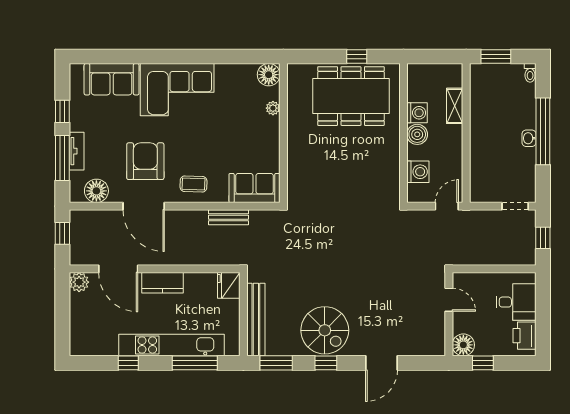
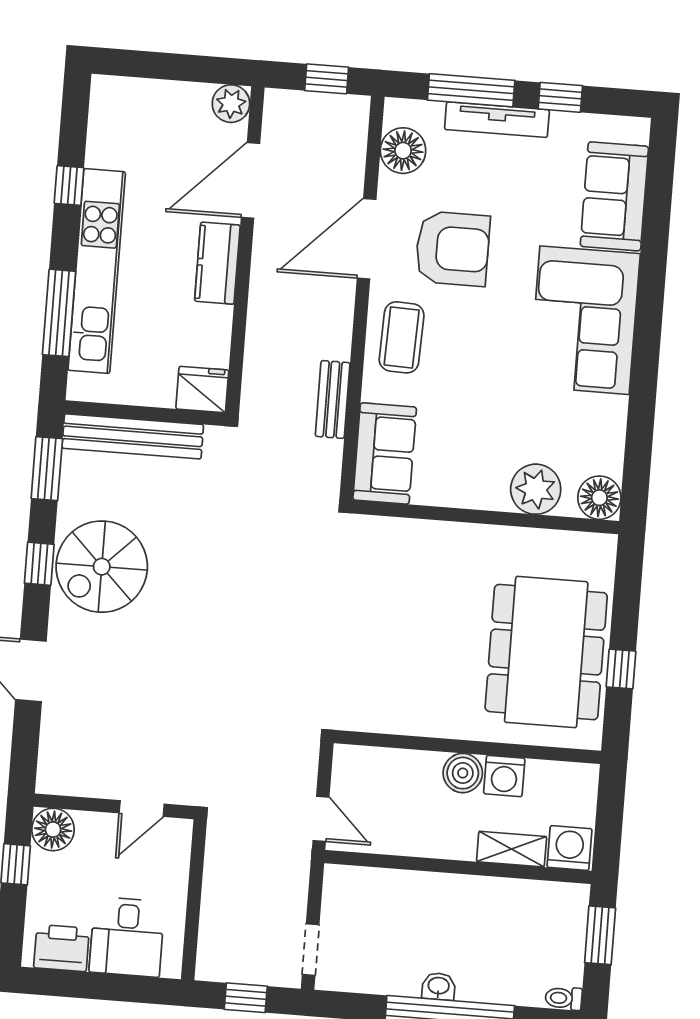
plant: (273, 108) -> (536, 489), width x1.87, depth x1.87
tv unit: (77, 151) -> (497, 120), width x1.41
washing machine: (418, 172) -> (570, 848), moved, turned 180
coffee table: (193, 184) -> (402, 337), width x1.36, depth x1.30

